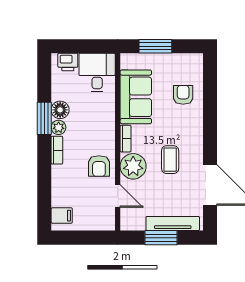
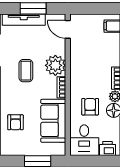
armchair: (99, 166) -> (90, 107), moved
door: (118, 196) -> (68, 29), moved

